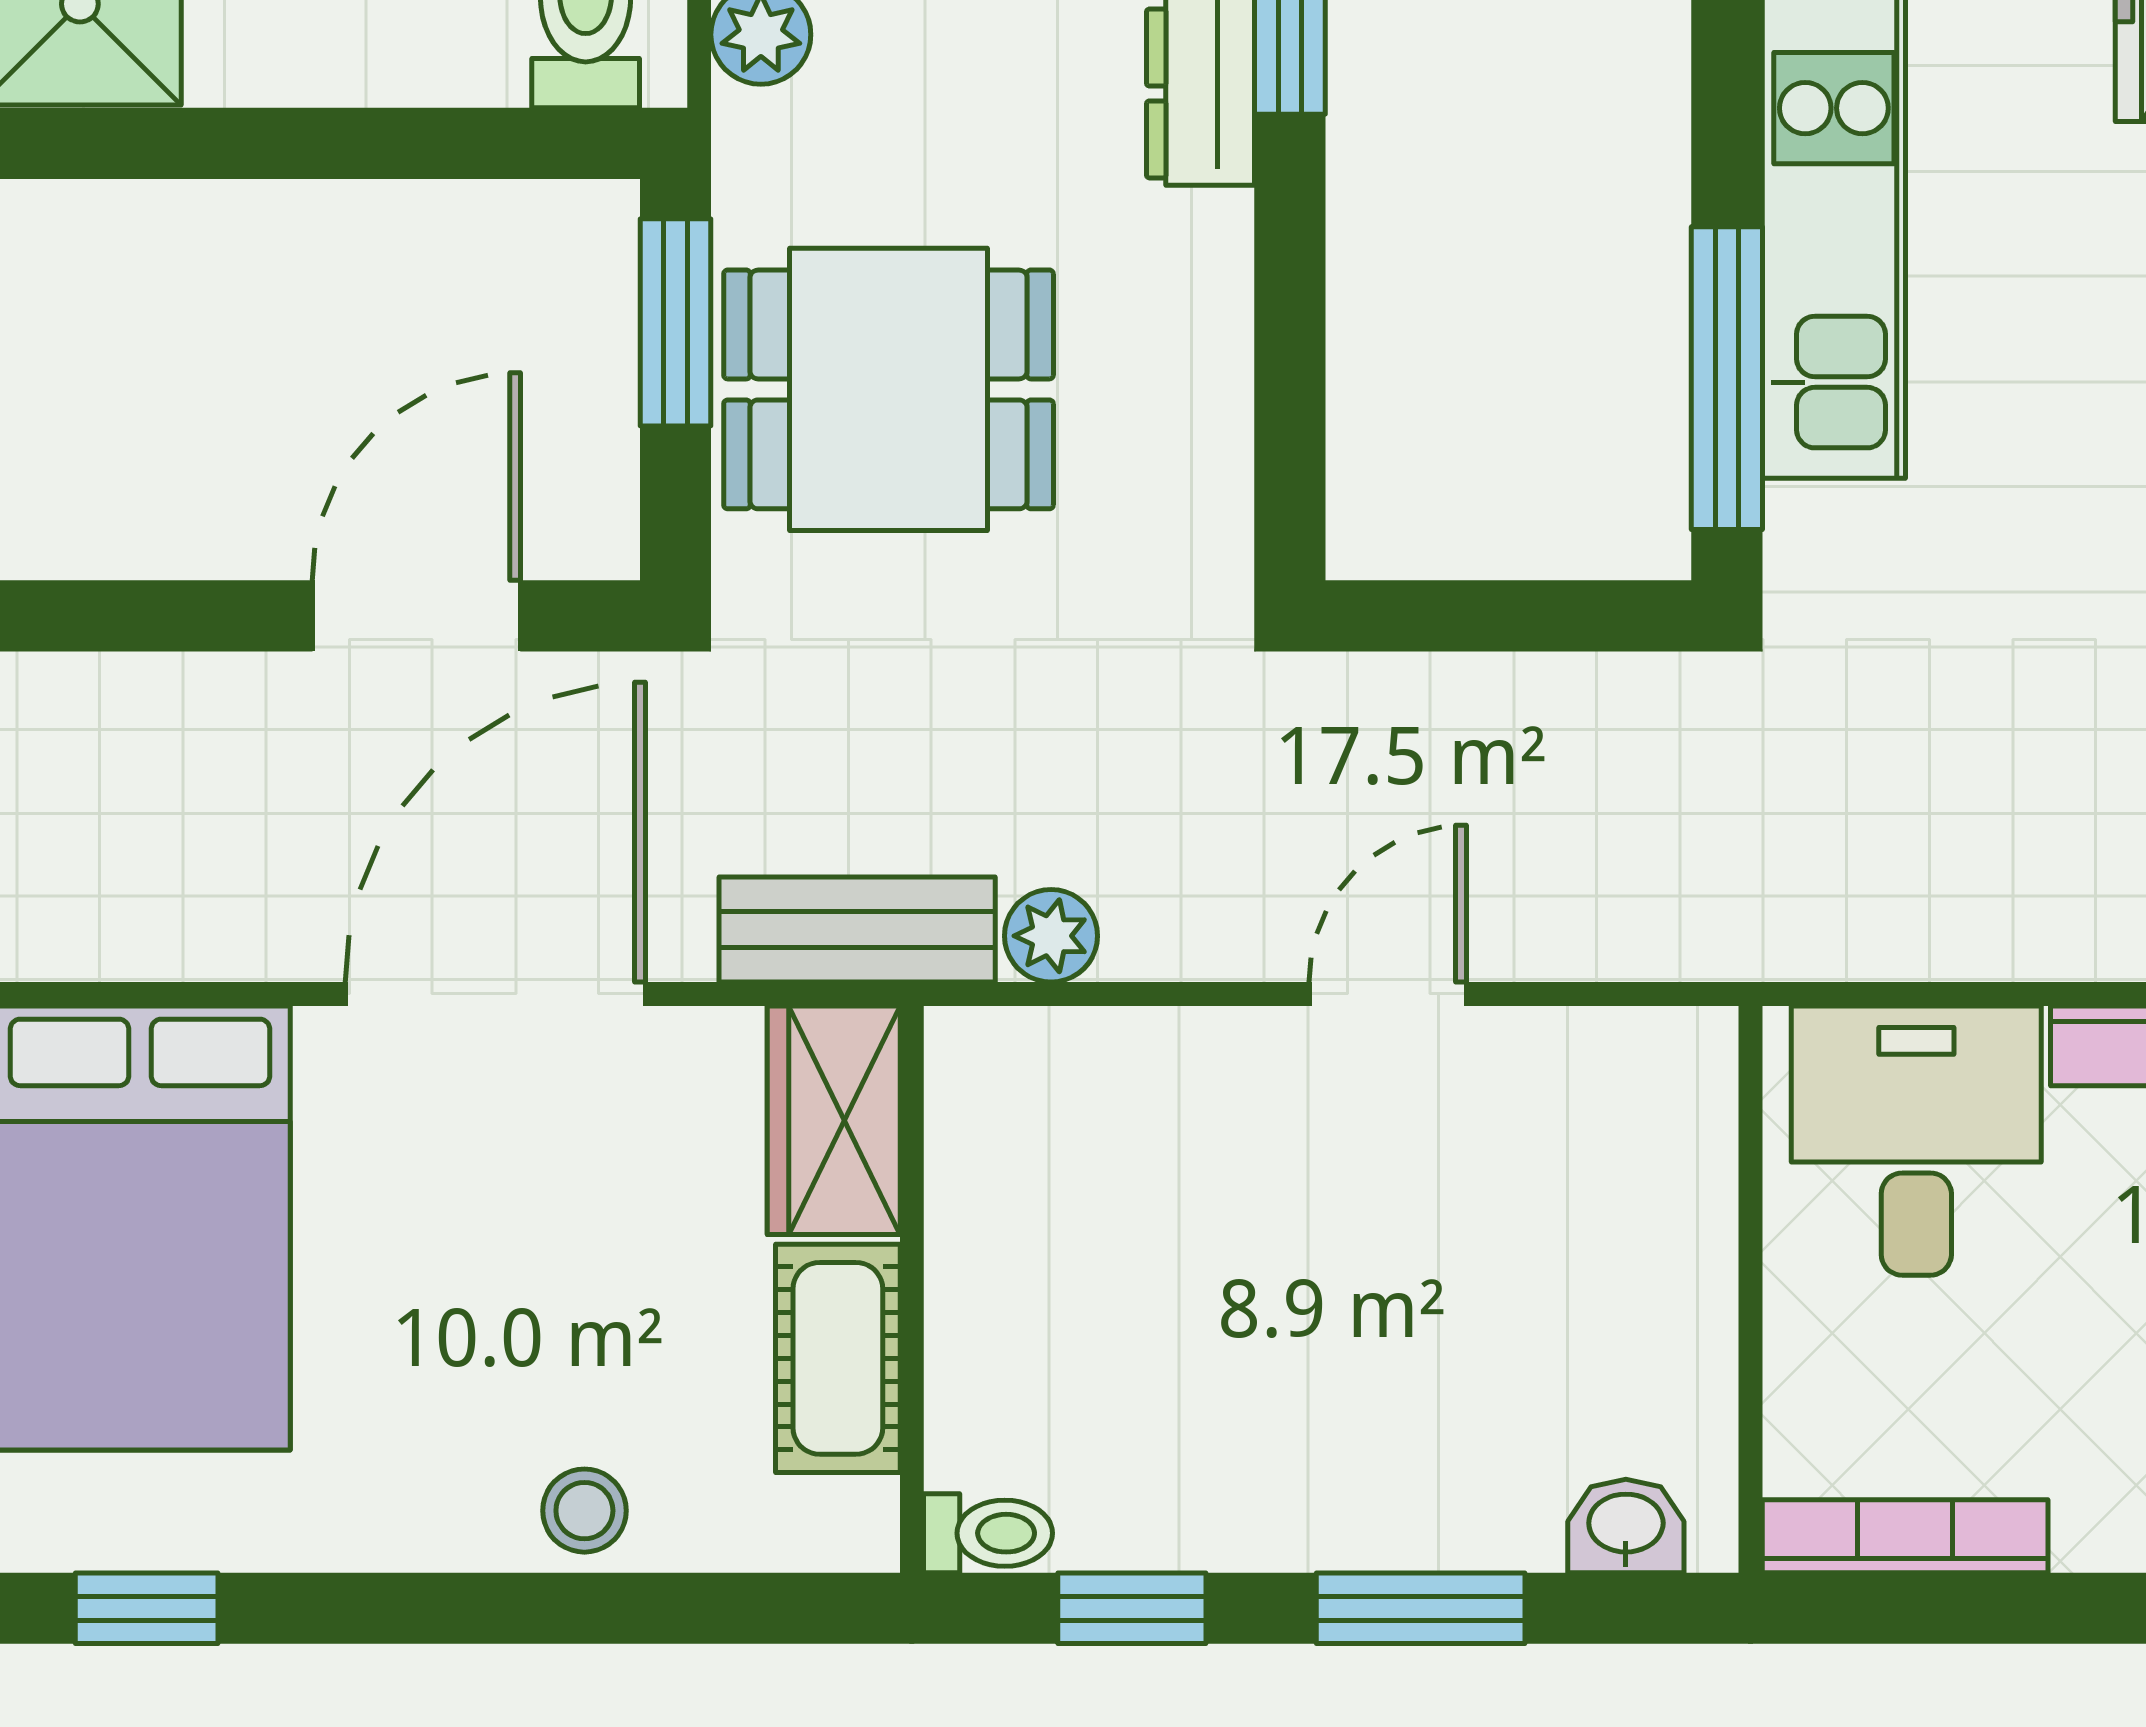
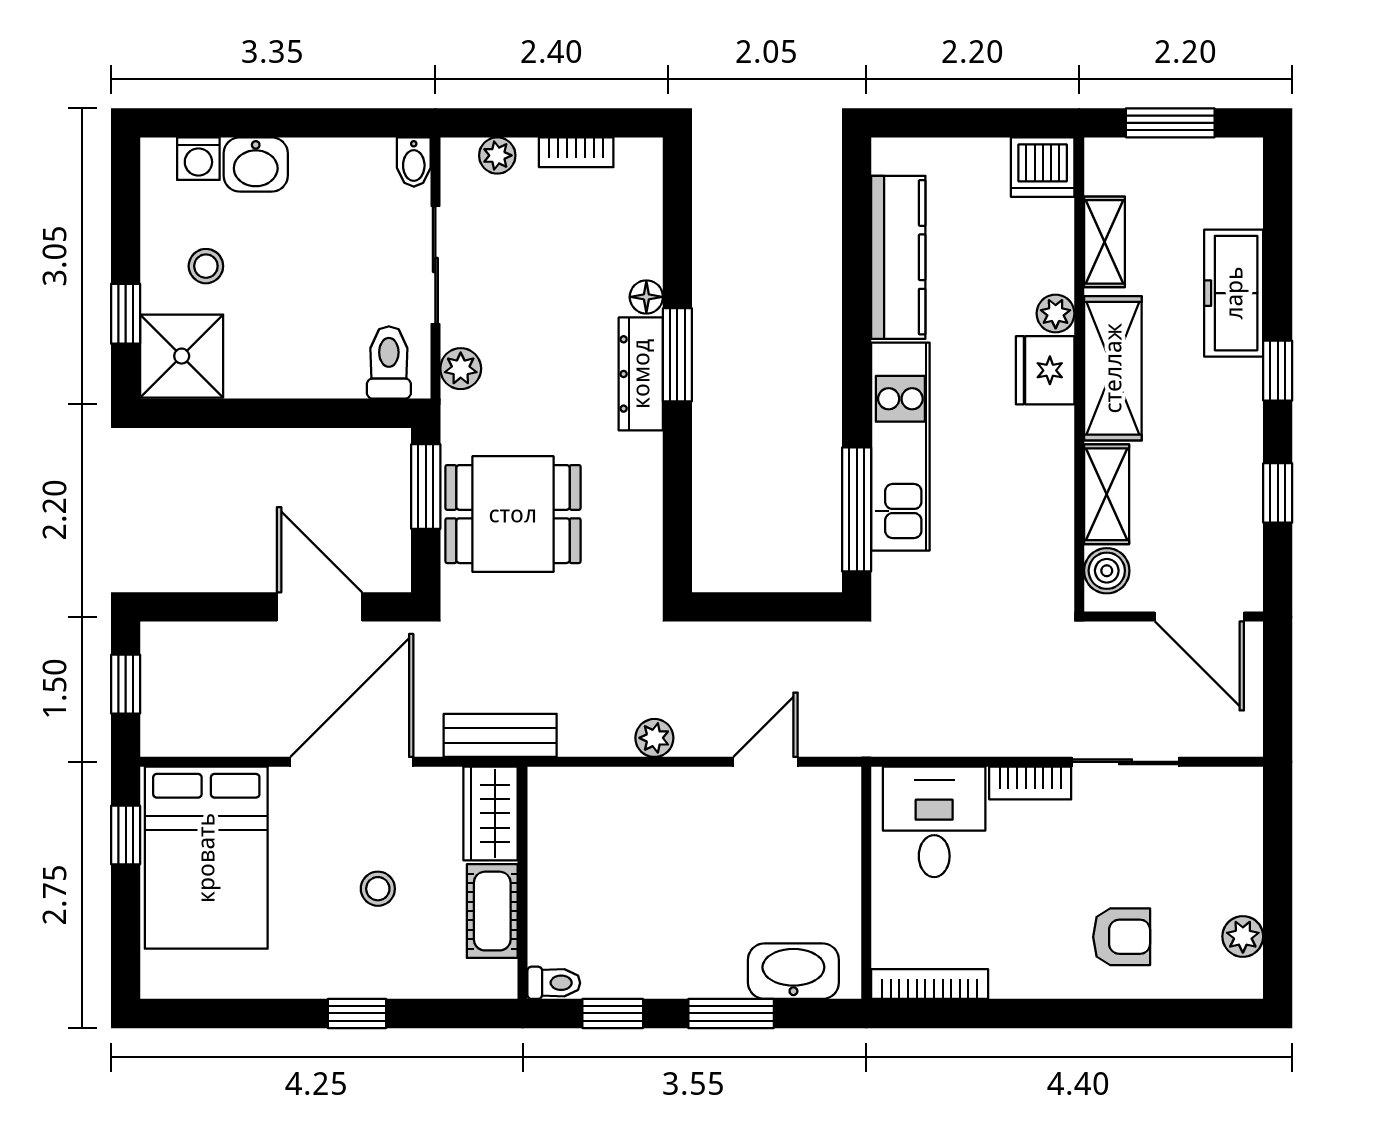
door: (416, 616) -> (320, 607), hinge flipped
plant: (1051, 936) -> (654, 738), moved
door: (1388, 994) -> (765, 762), moved
stool: (584, 1511) -> (378, 889), moved
washbasin: (1626, 1526) -> (793, 971), width x1.91, depth x1.45
window: (147, 1608) -> (357, 1013), moved

